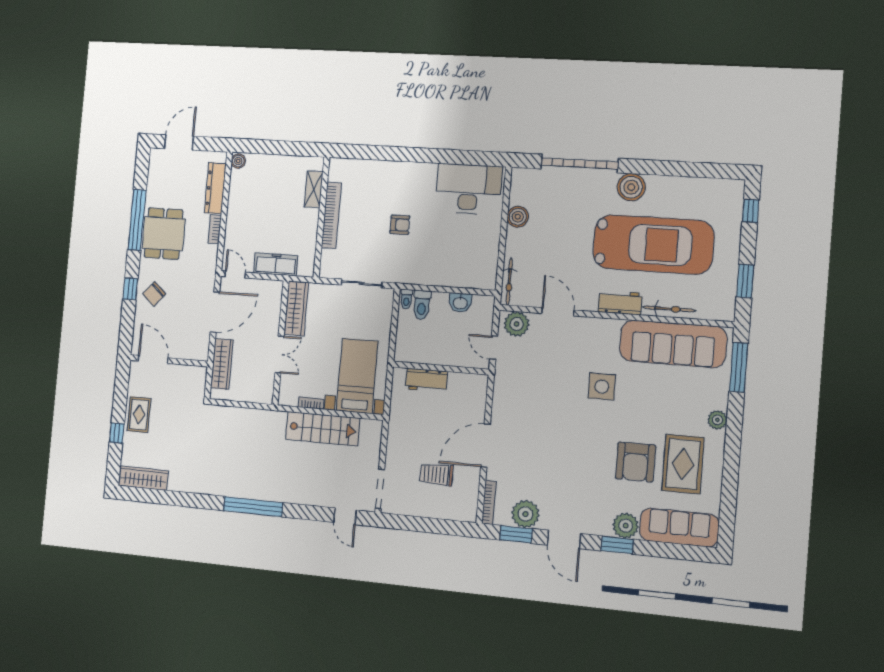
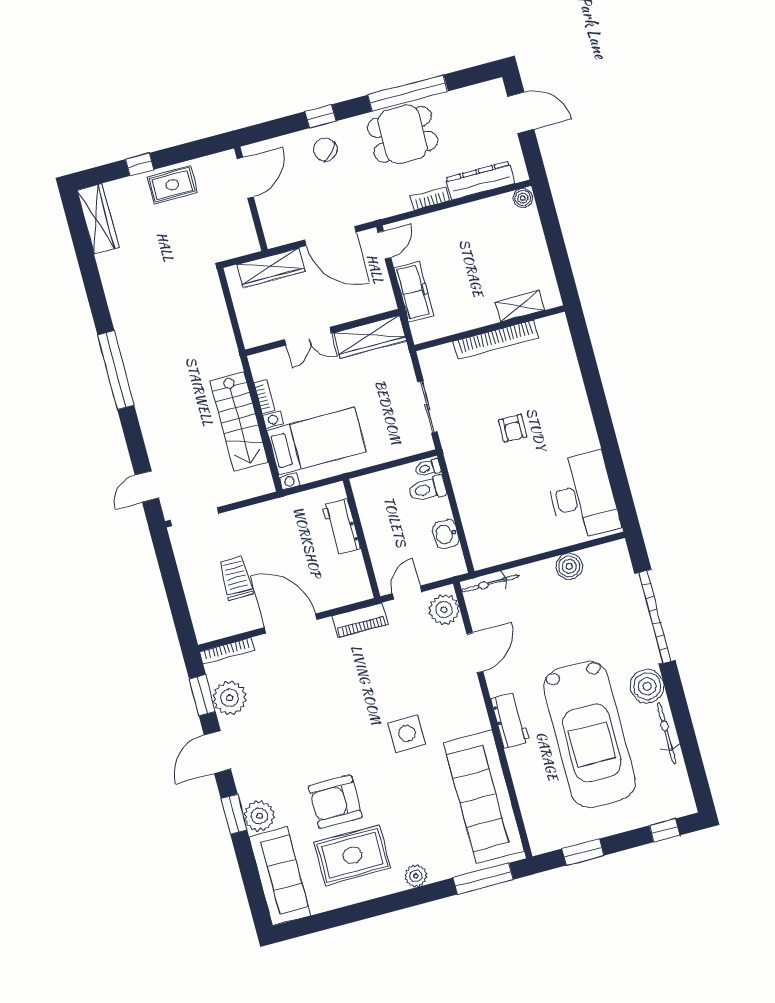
bicycle: (669, 309) -> (667, 733), moved, turned 180
piano: (502, 391) -> (360, 620), added

